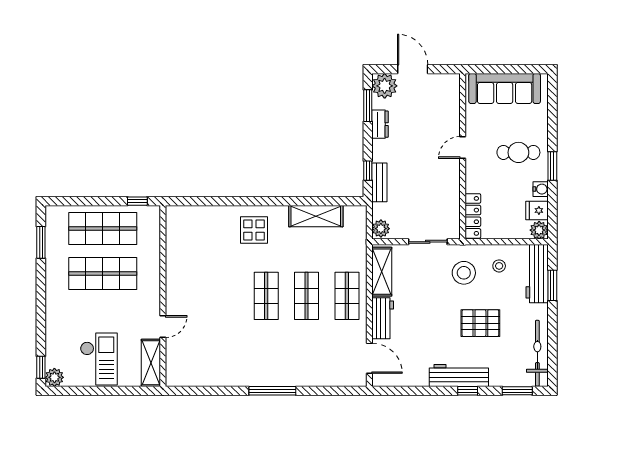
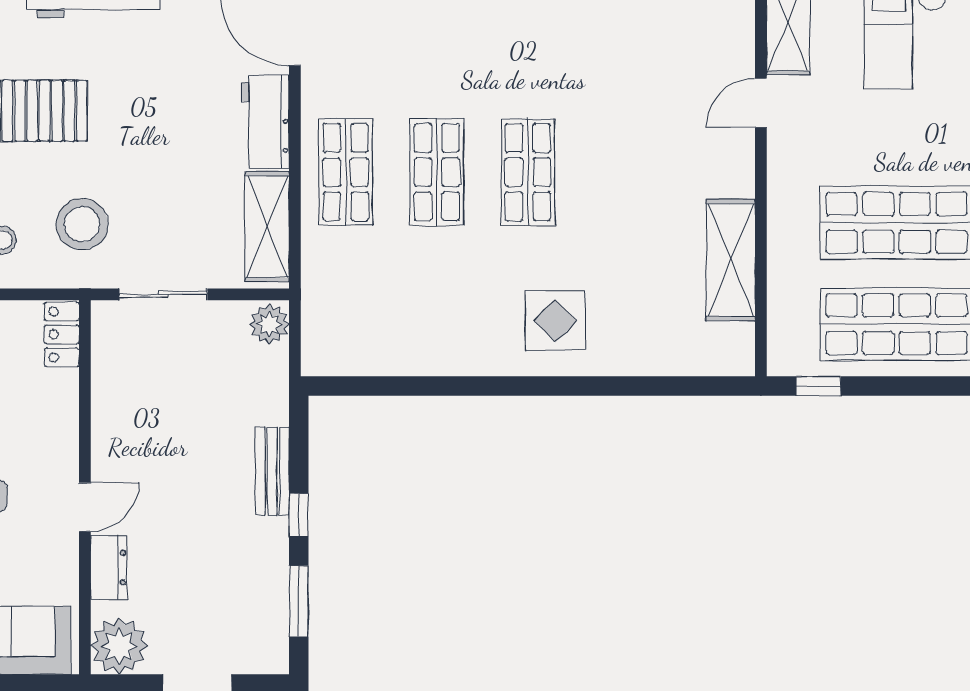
plant: (385, 86) -> (119, 646), moved
dresser: (380, 124) -> (109, 568), moved, turned 180
window: (368, 171) -> (299, 515), moved
bench: (379, 182) -> (272, 471), moved
shelving: (316, 216) -> (731, 260), moved, turned 90
locker: (473, 216) -> (62, 335), width x0.66

